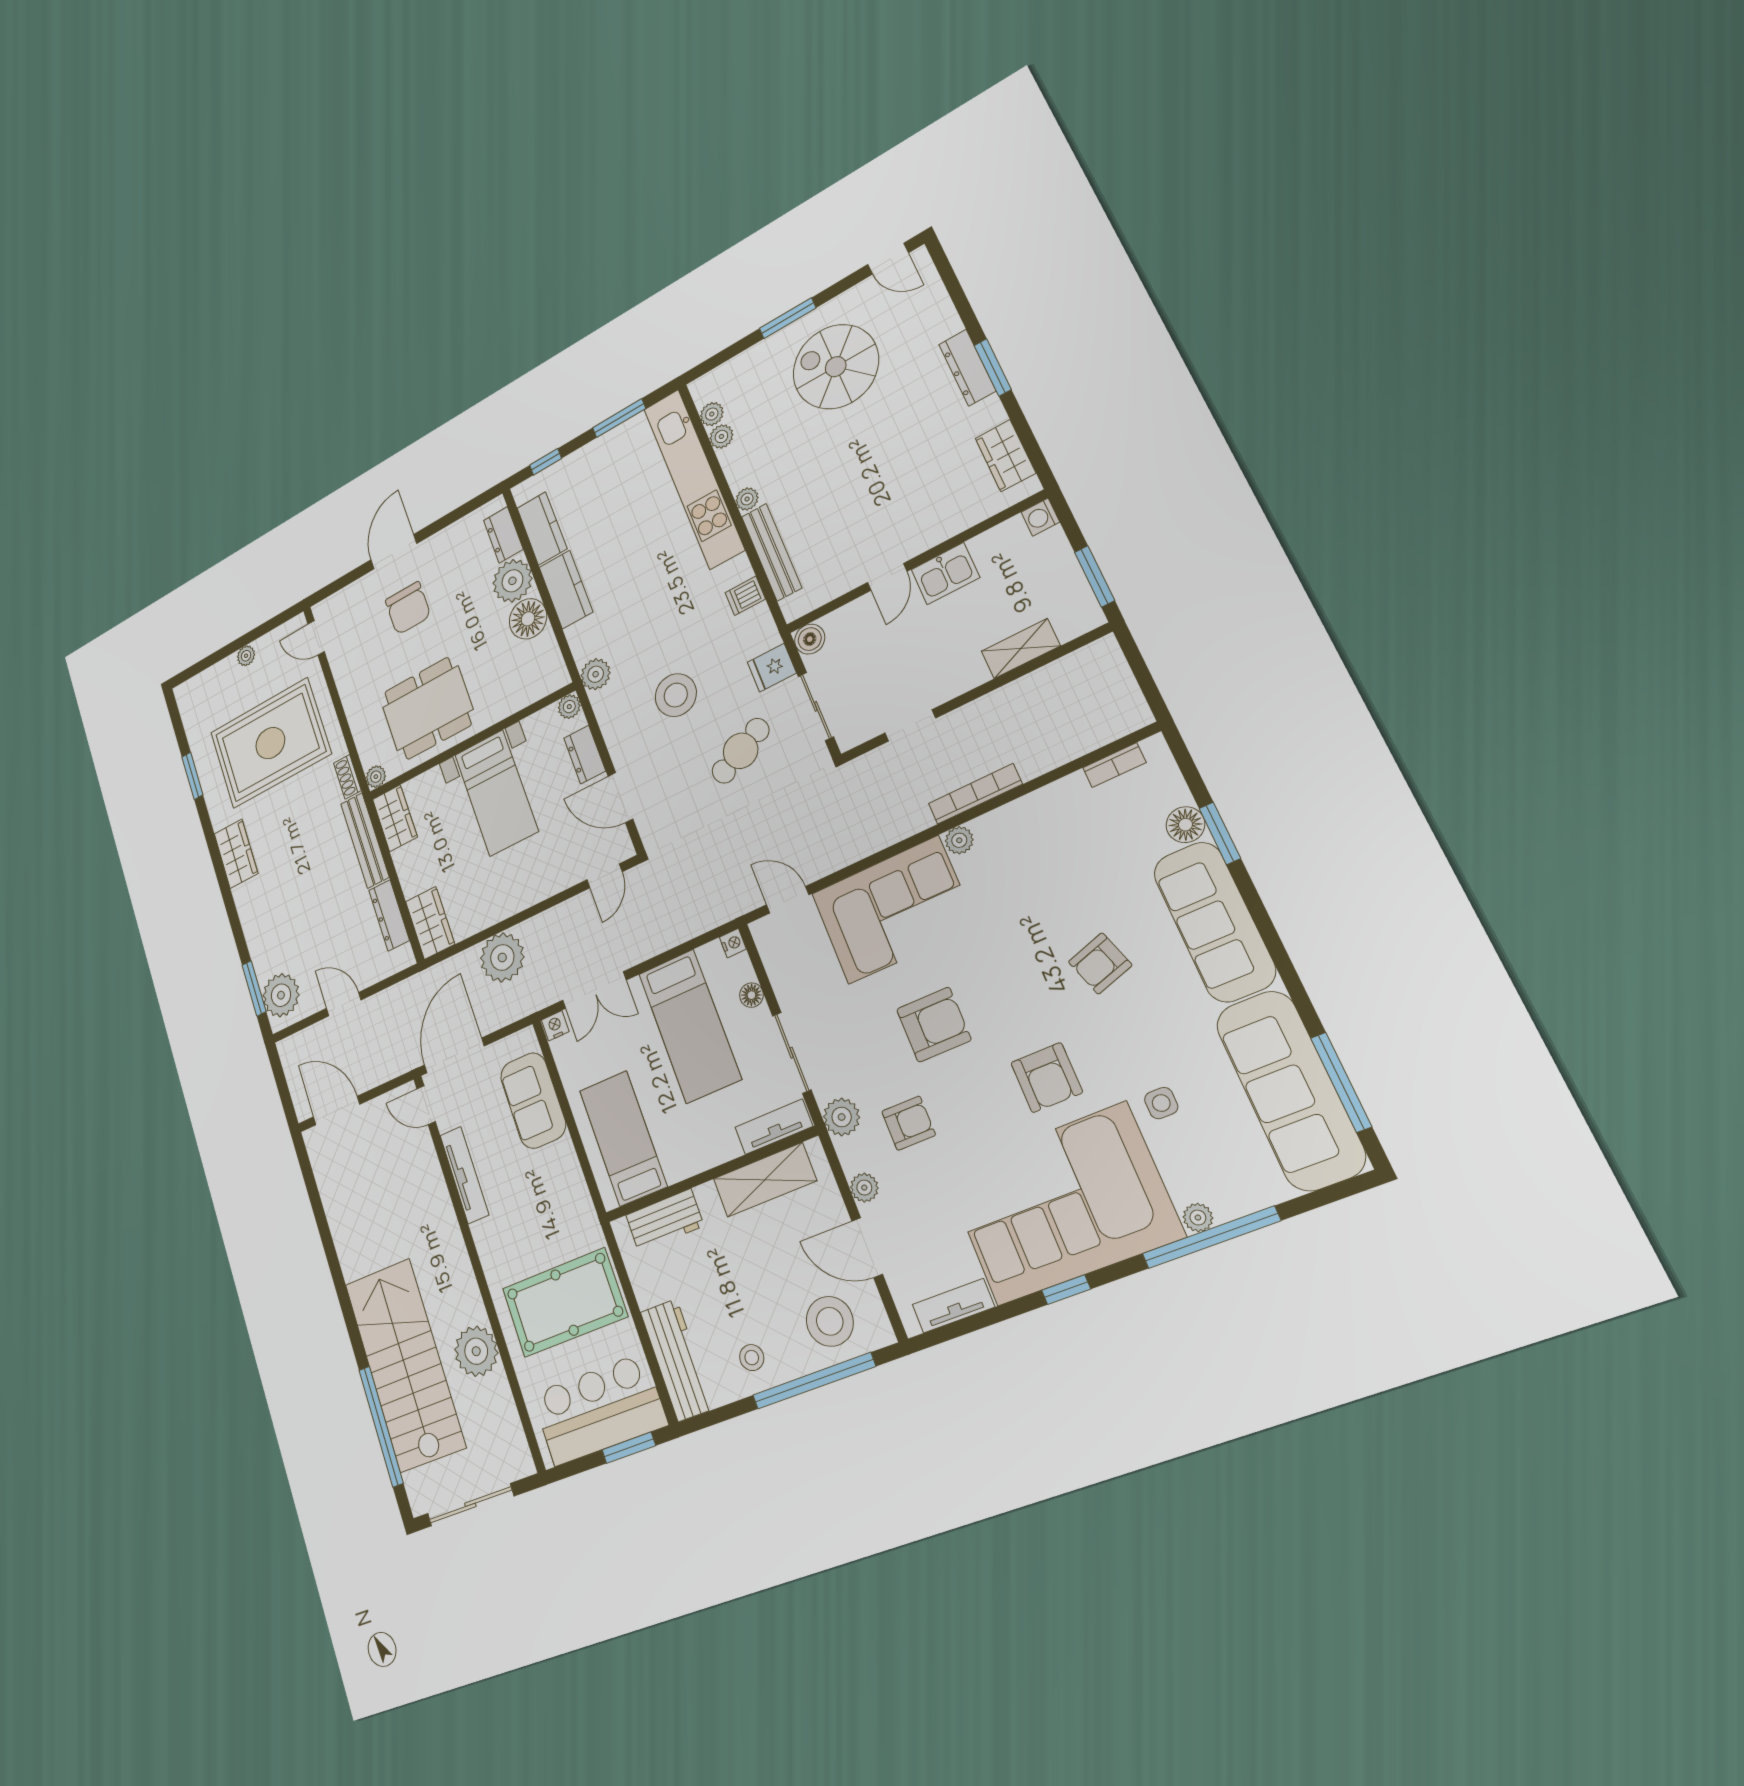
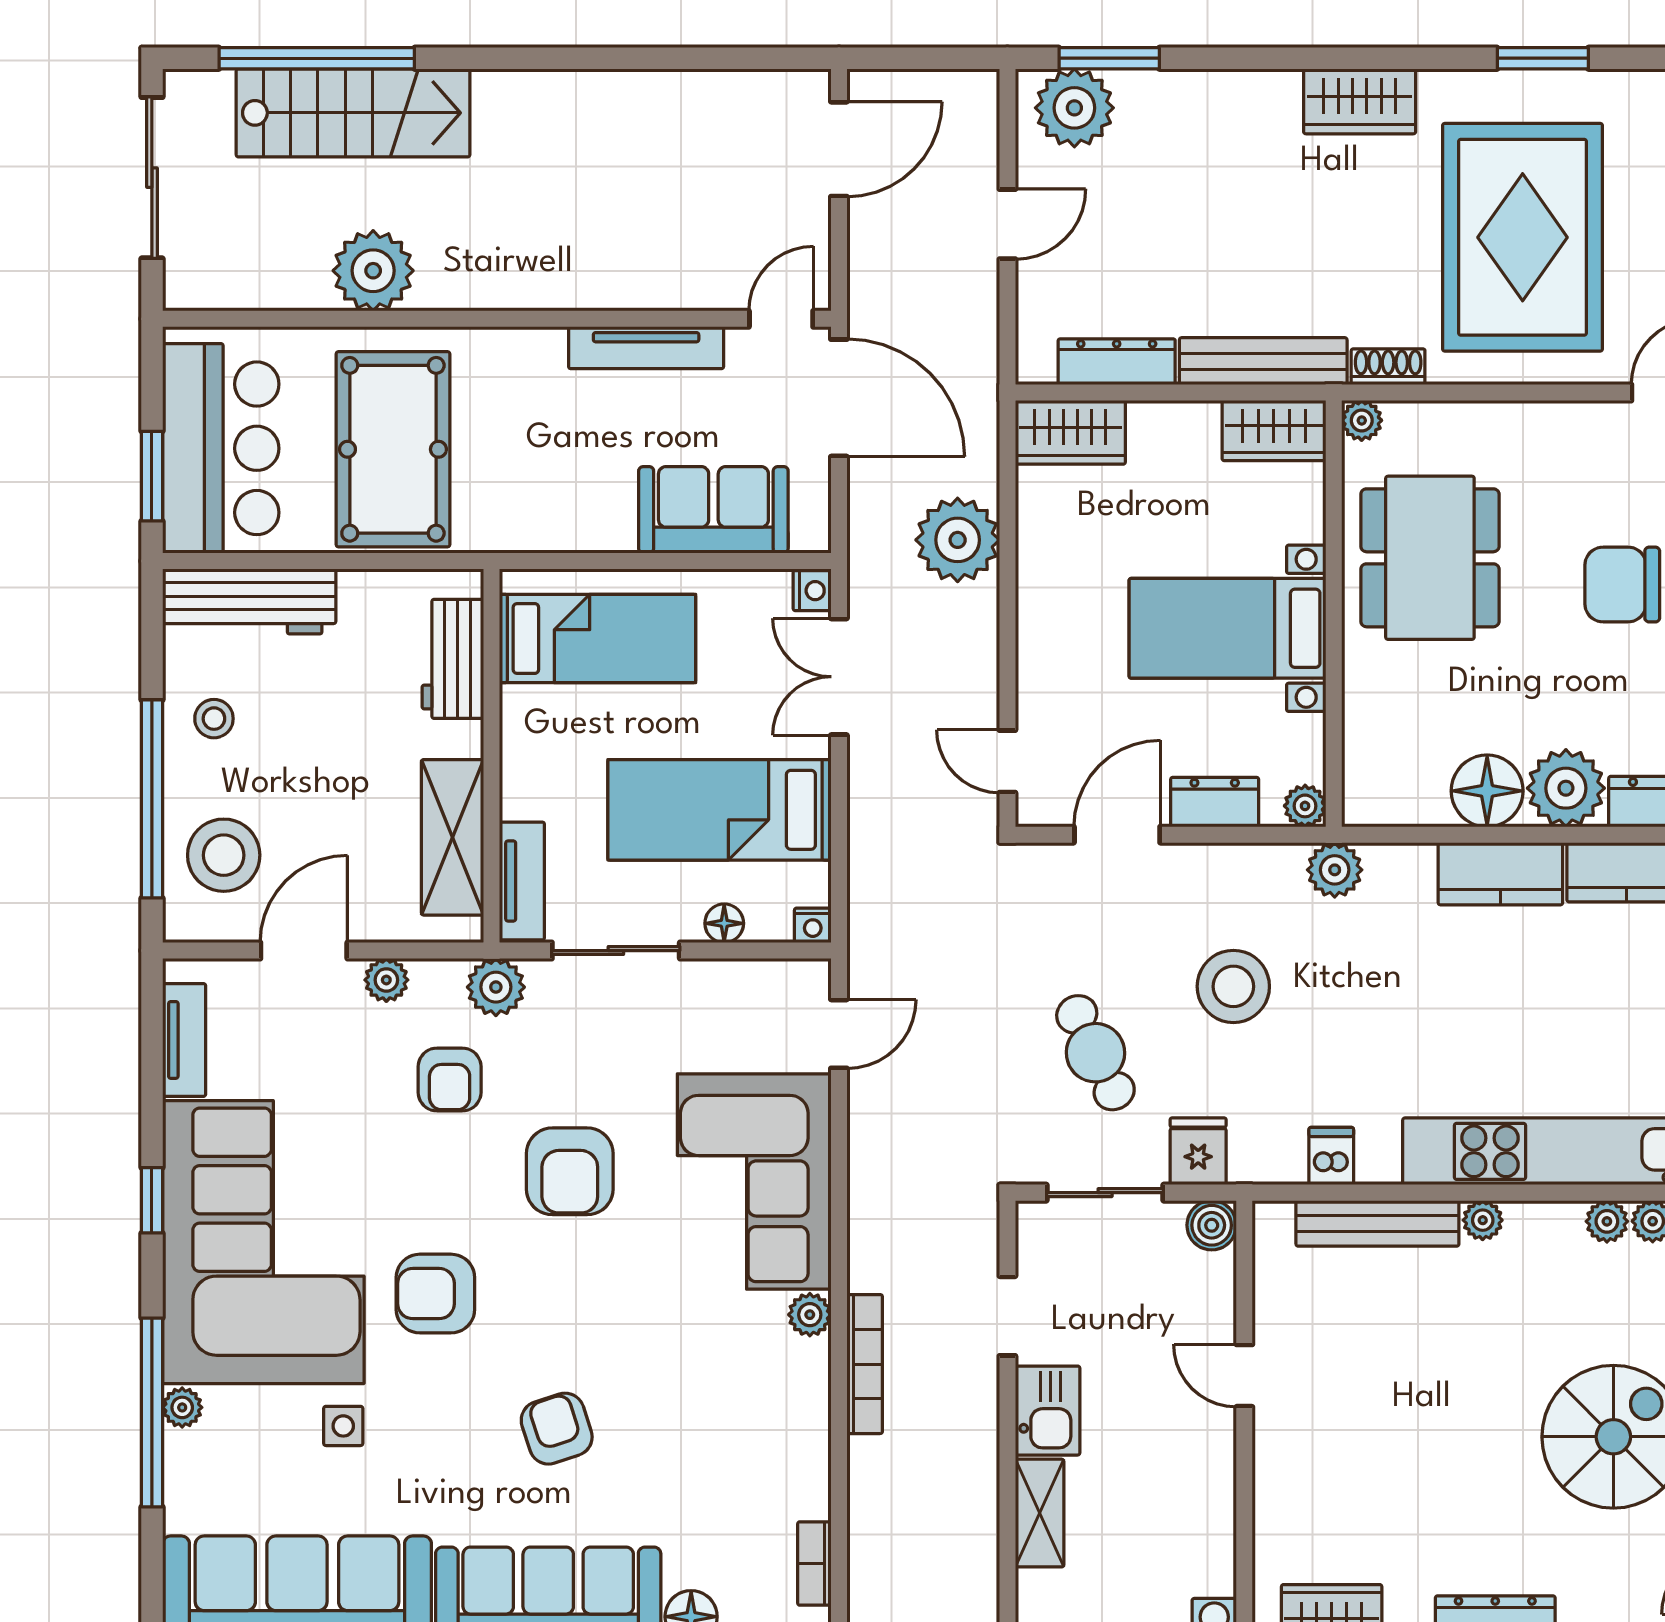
kitchen sink: (945, 574) -> (1048, 1411), moved, turned 180
stairs: (405, 1365) -> (353, 113), width x0.73, depth x0.66

